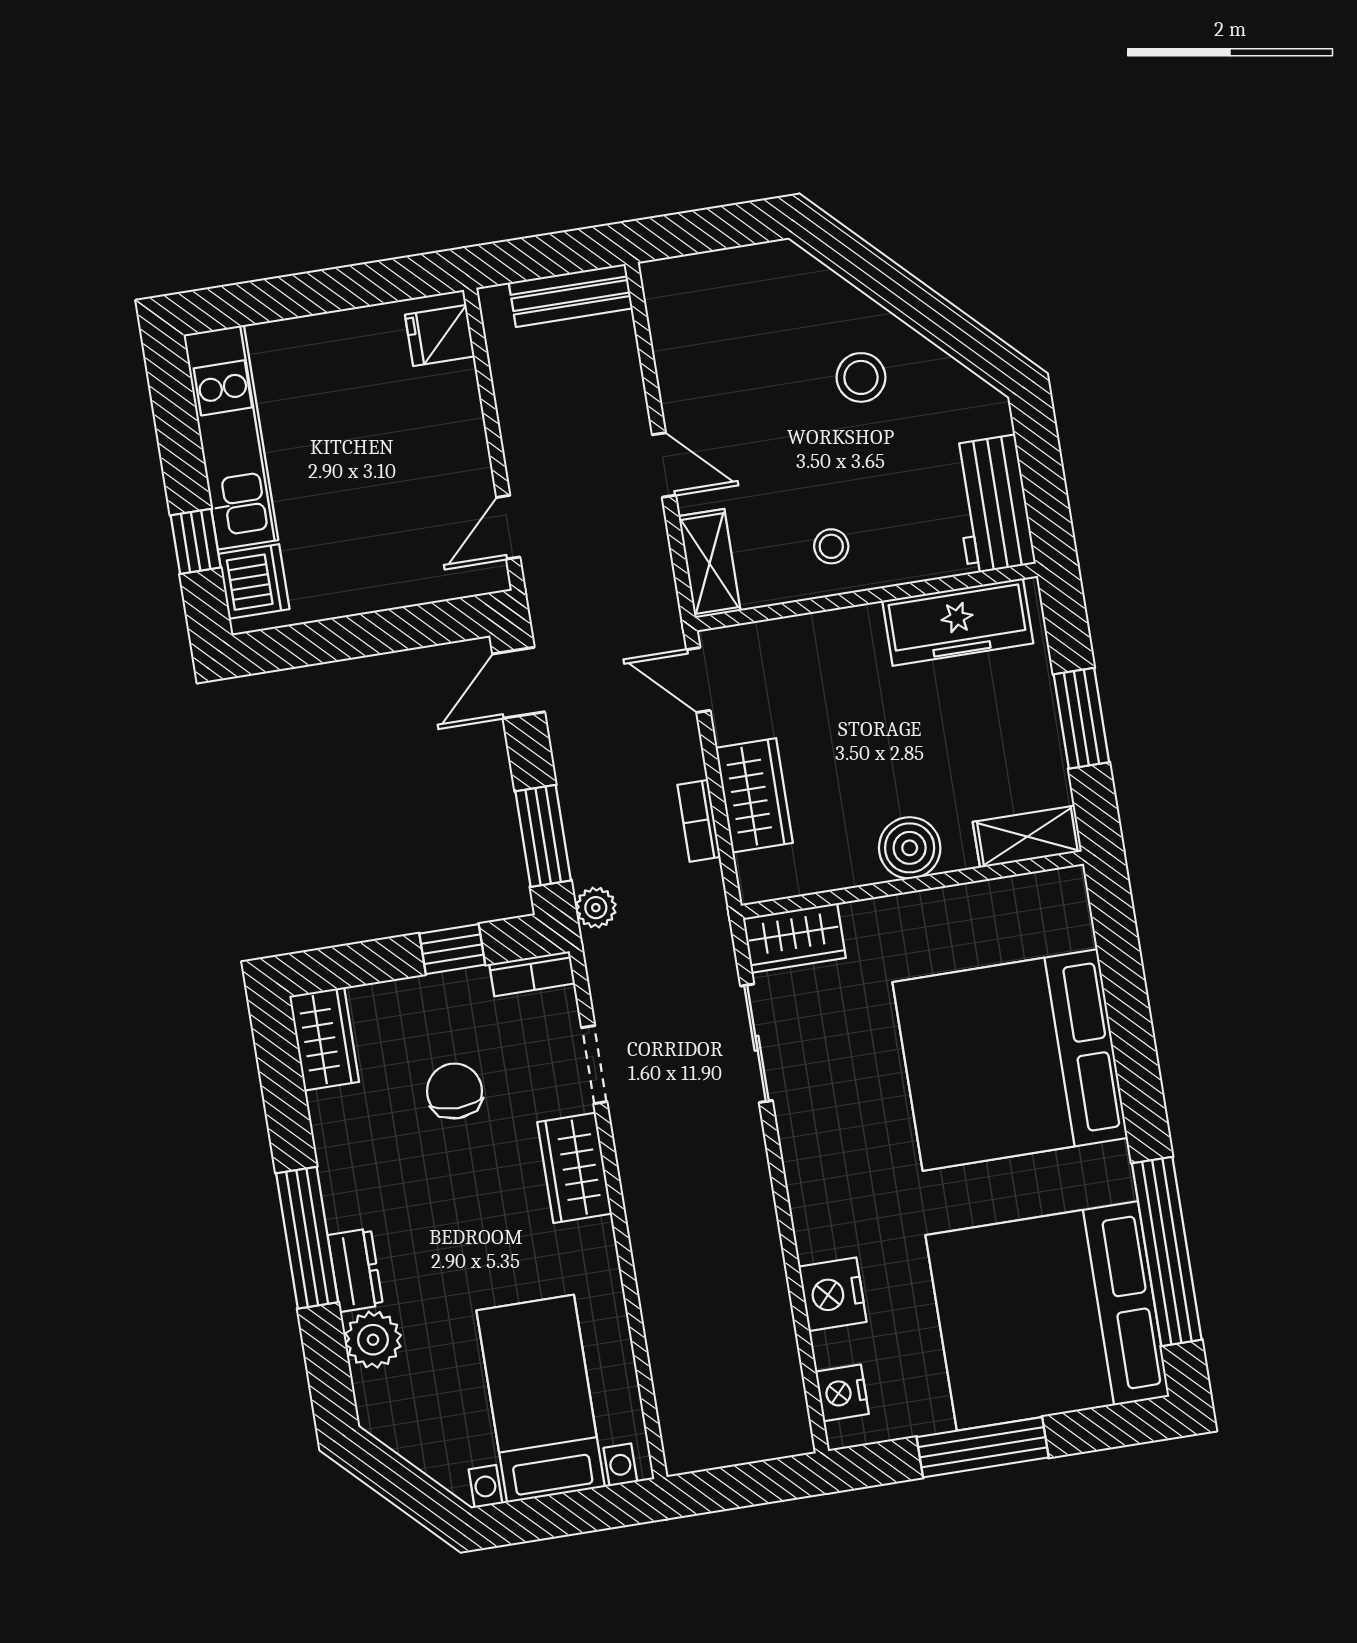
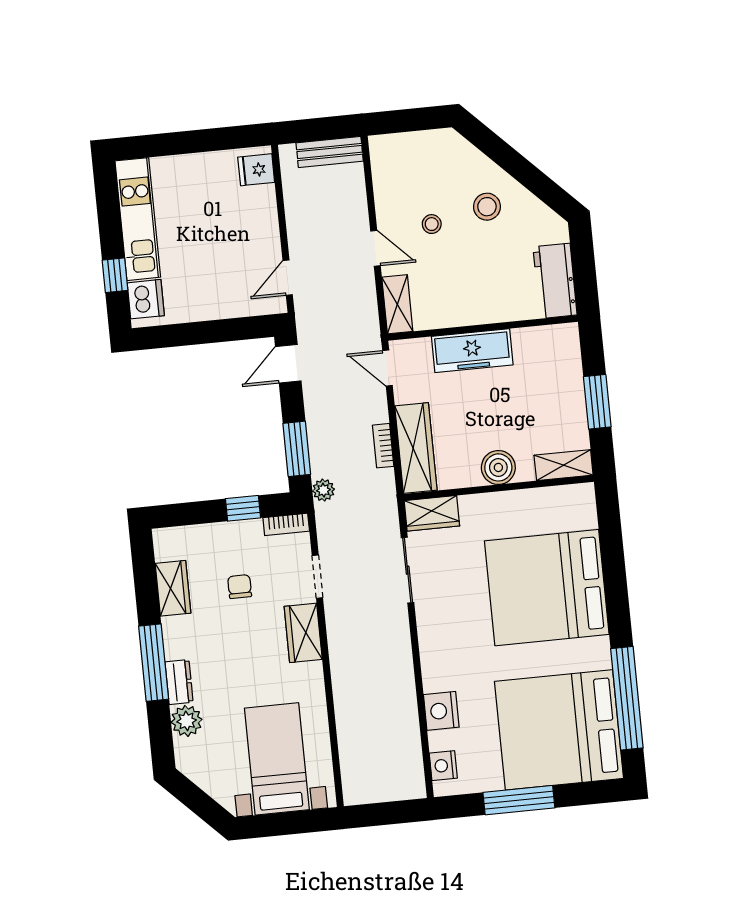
stool: (831, 546) -> (432, 224), moved
freezer: (958, 622) -> (472, 351), moved
wardrobe: (754, 795) -> (416, 448), width x1.50
wardrobe: (324, 1039) -> (173, 588), moved
chair: (455, 1091) -> (240, 587), width x0.73, depth x0.73

